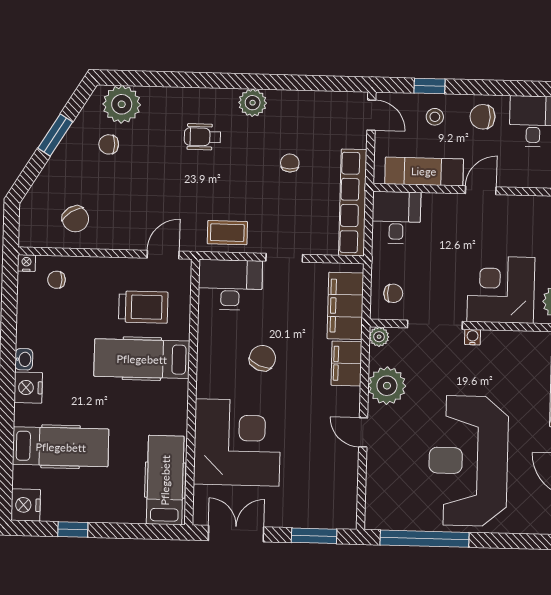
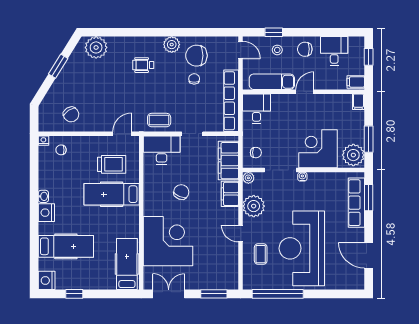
chair: (109, 144) -> (196, 56), moved, width x1.87, depth x1.87
coffee table: (397, 469) -> (261, 254), added

